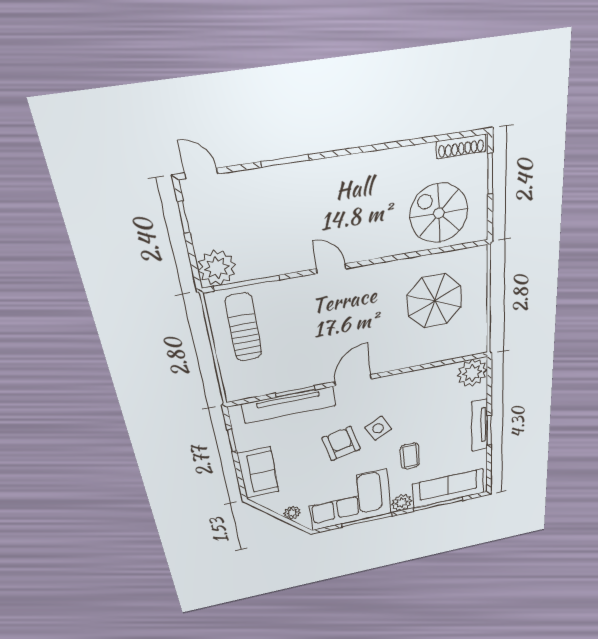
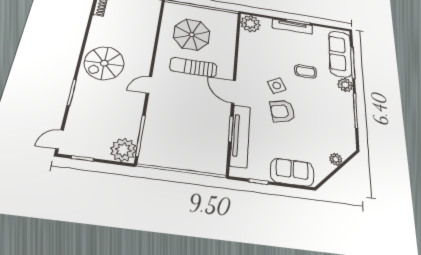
spiral stairs: (439, 213) -> (104, 63), moved
sun lounger: (244, 327) -> (193, 67), moved
corner sofa: (349, 500) -> (334, 118), removed

